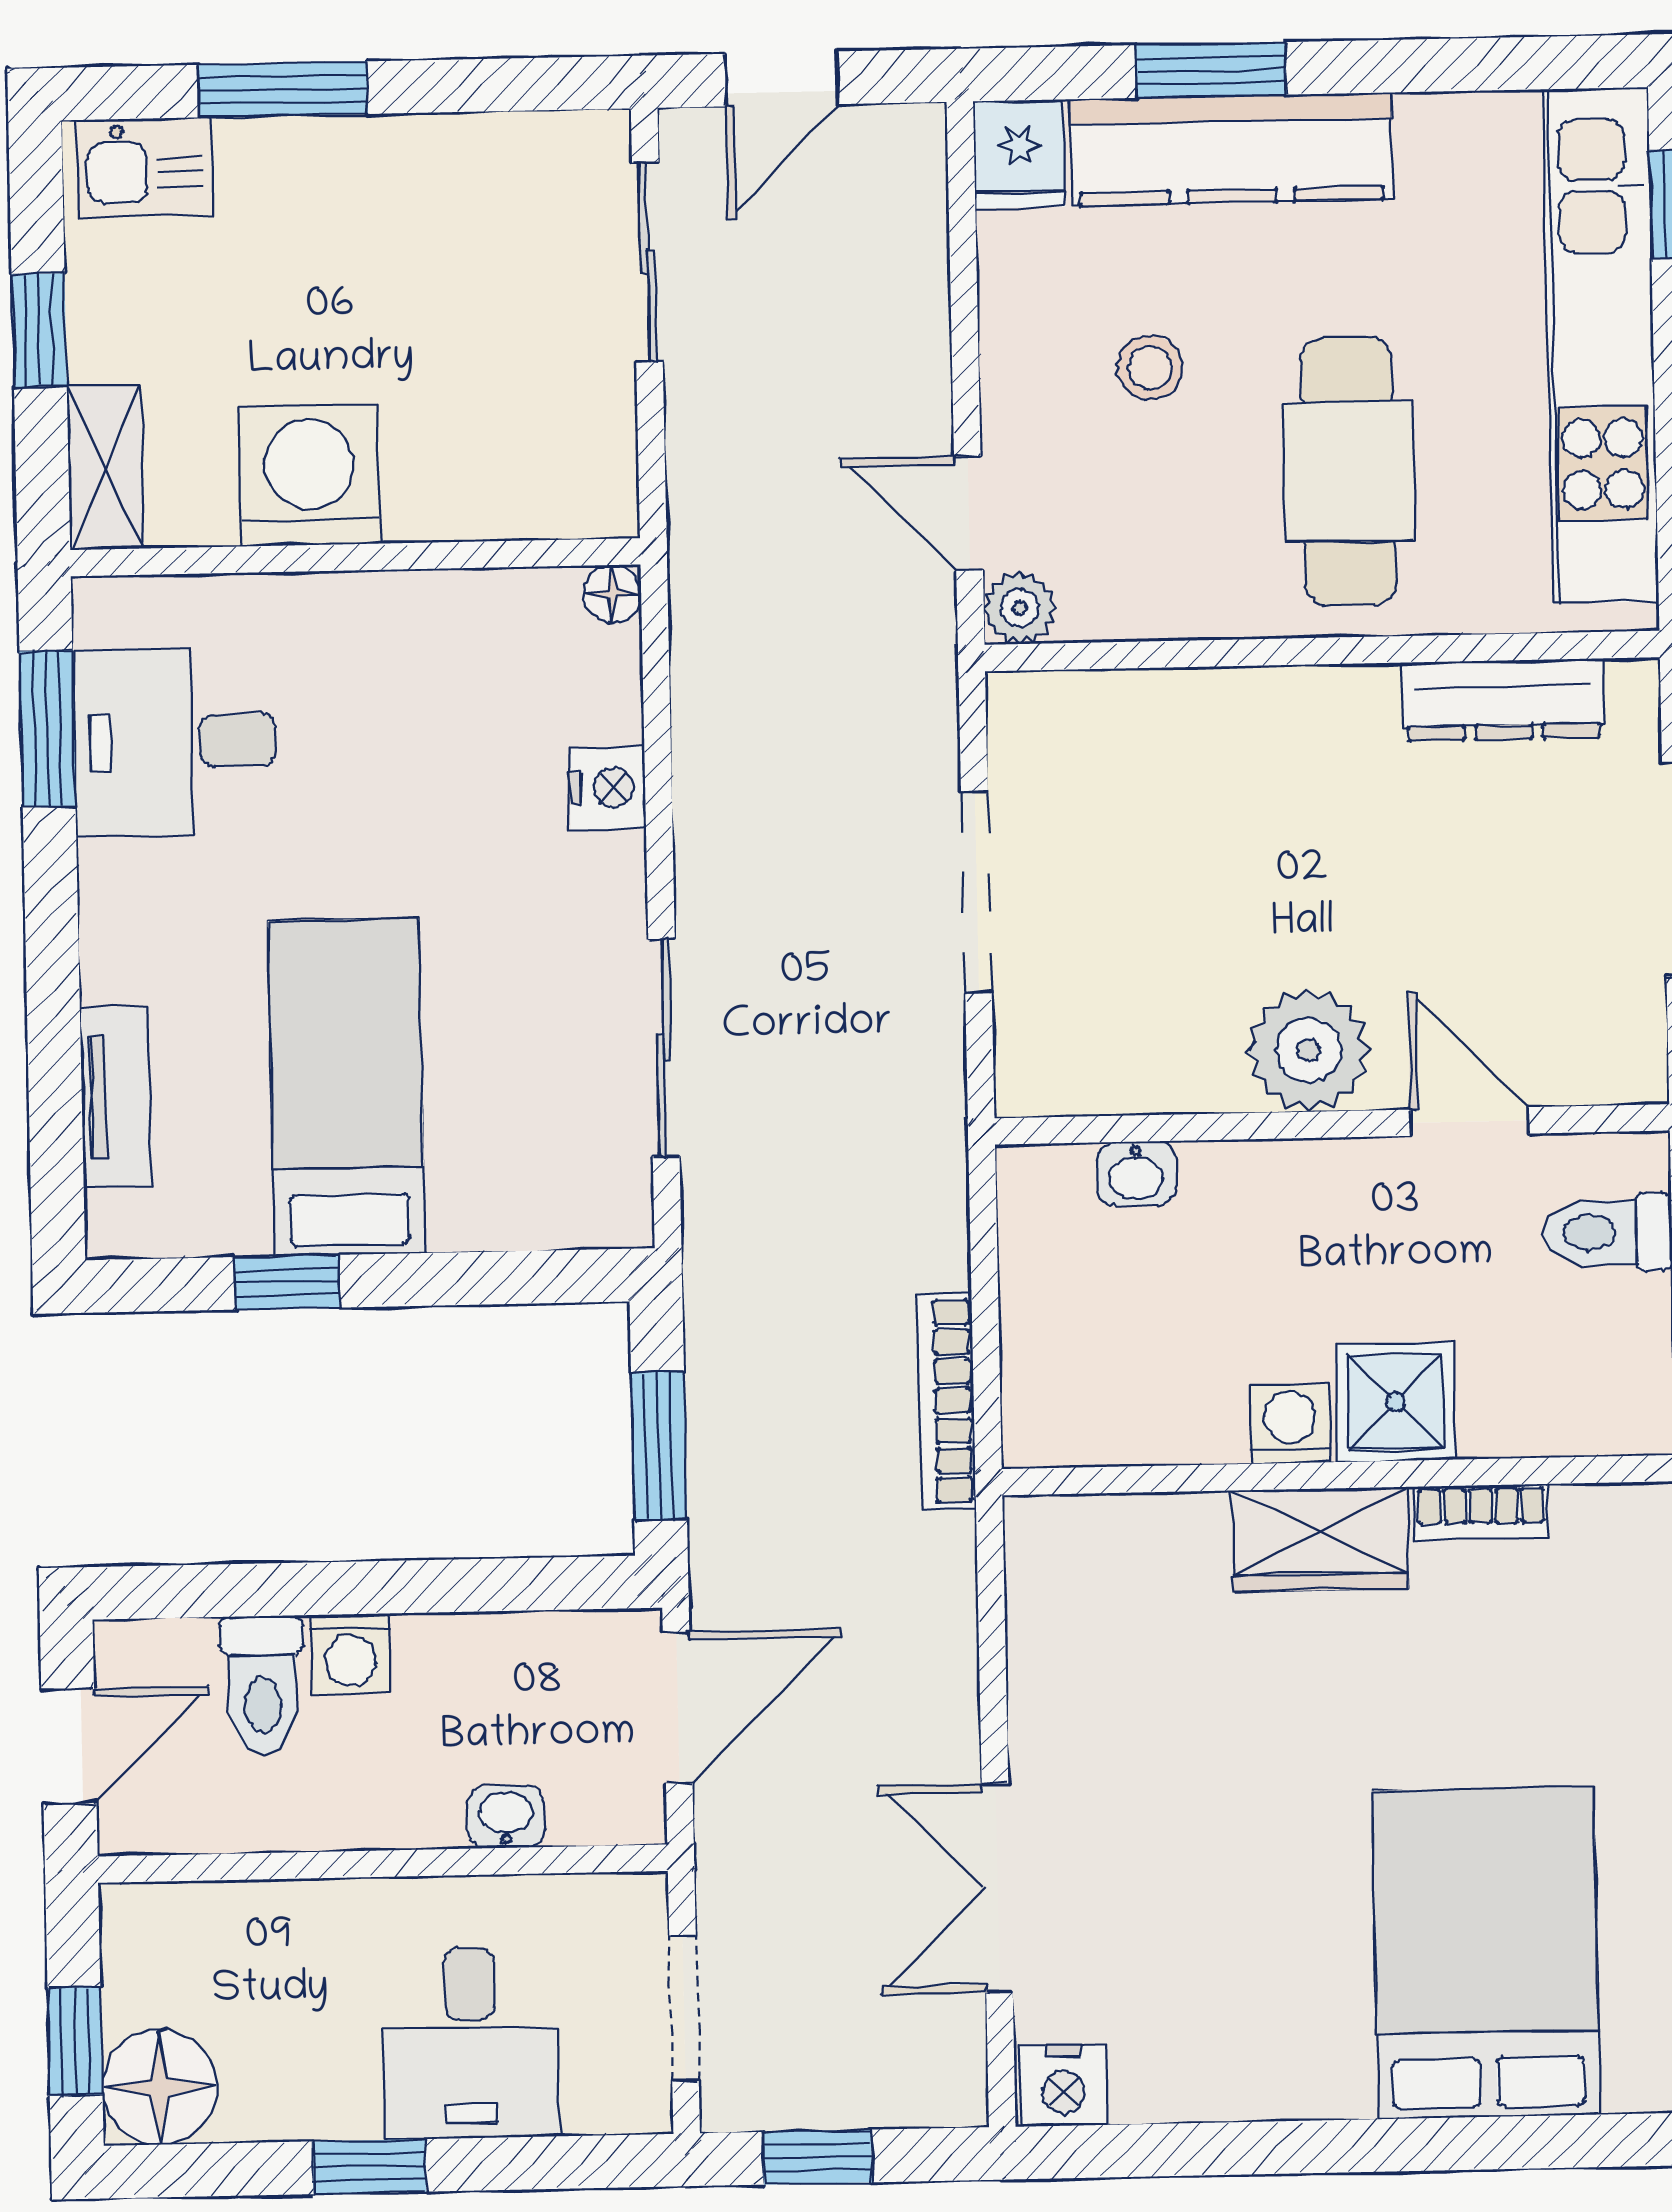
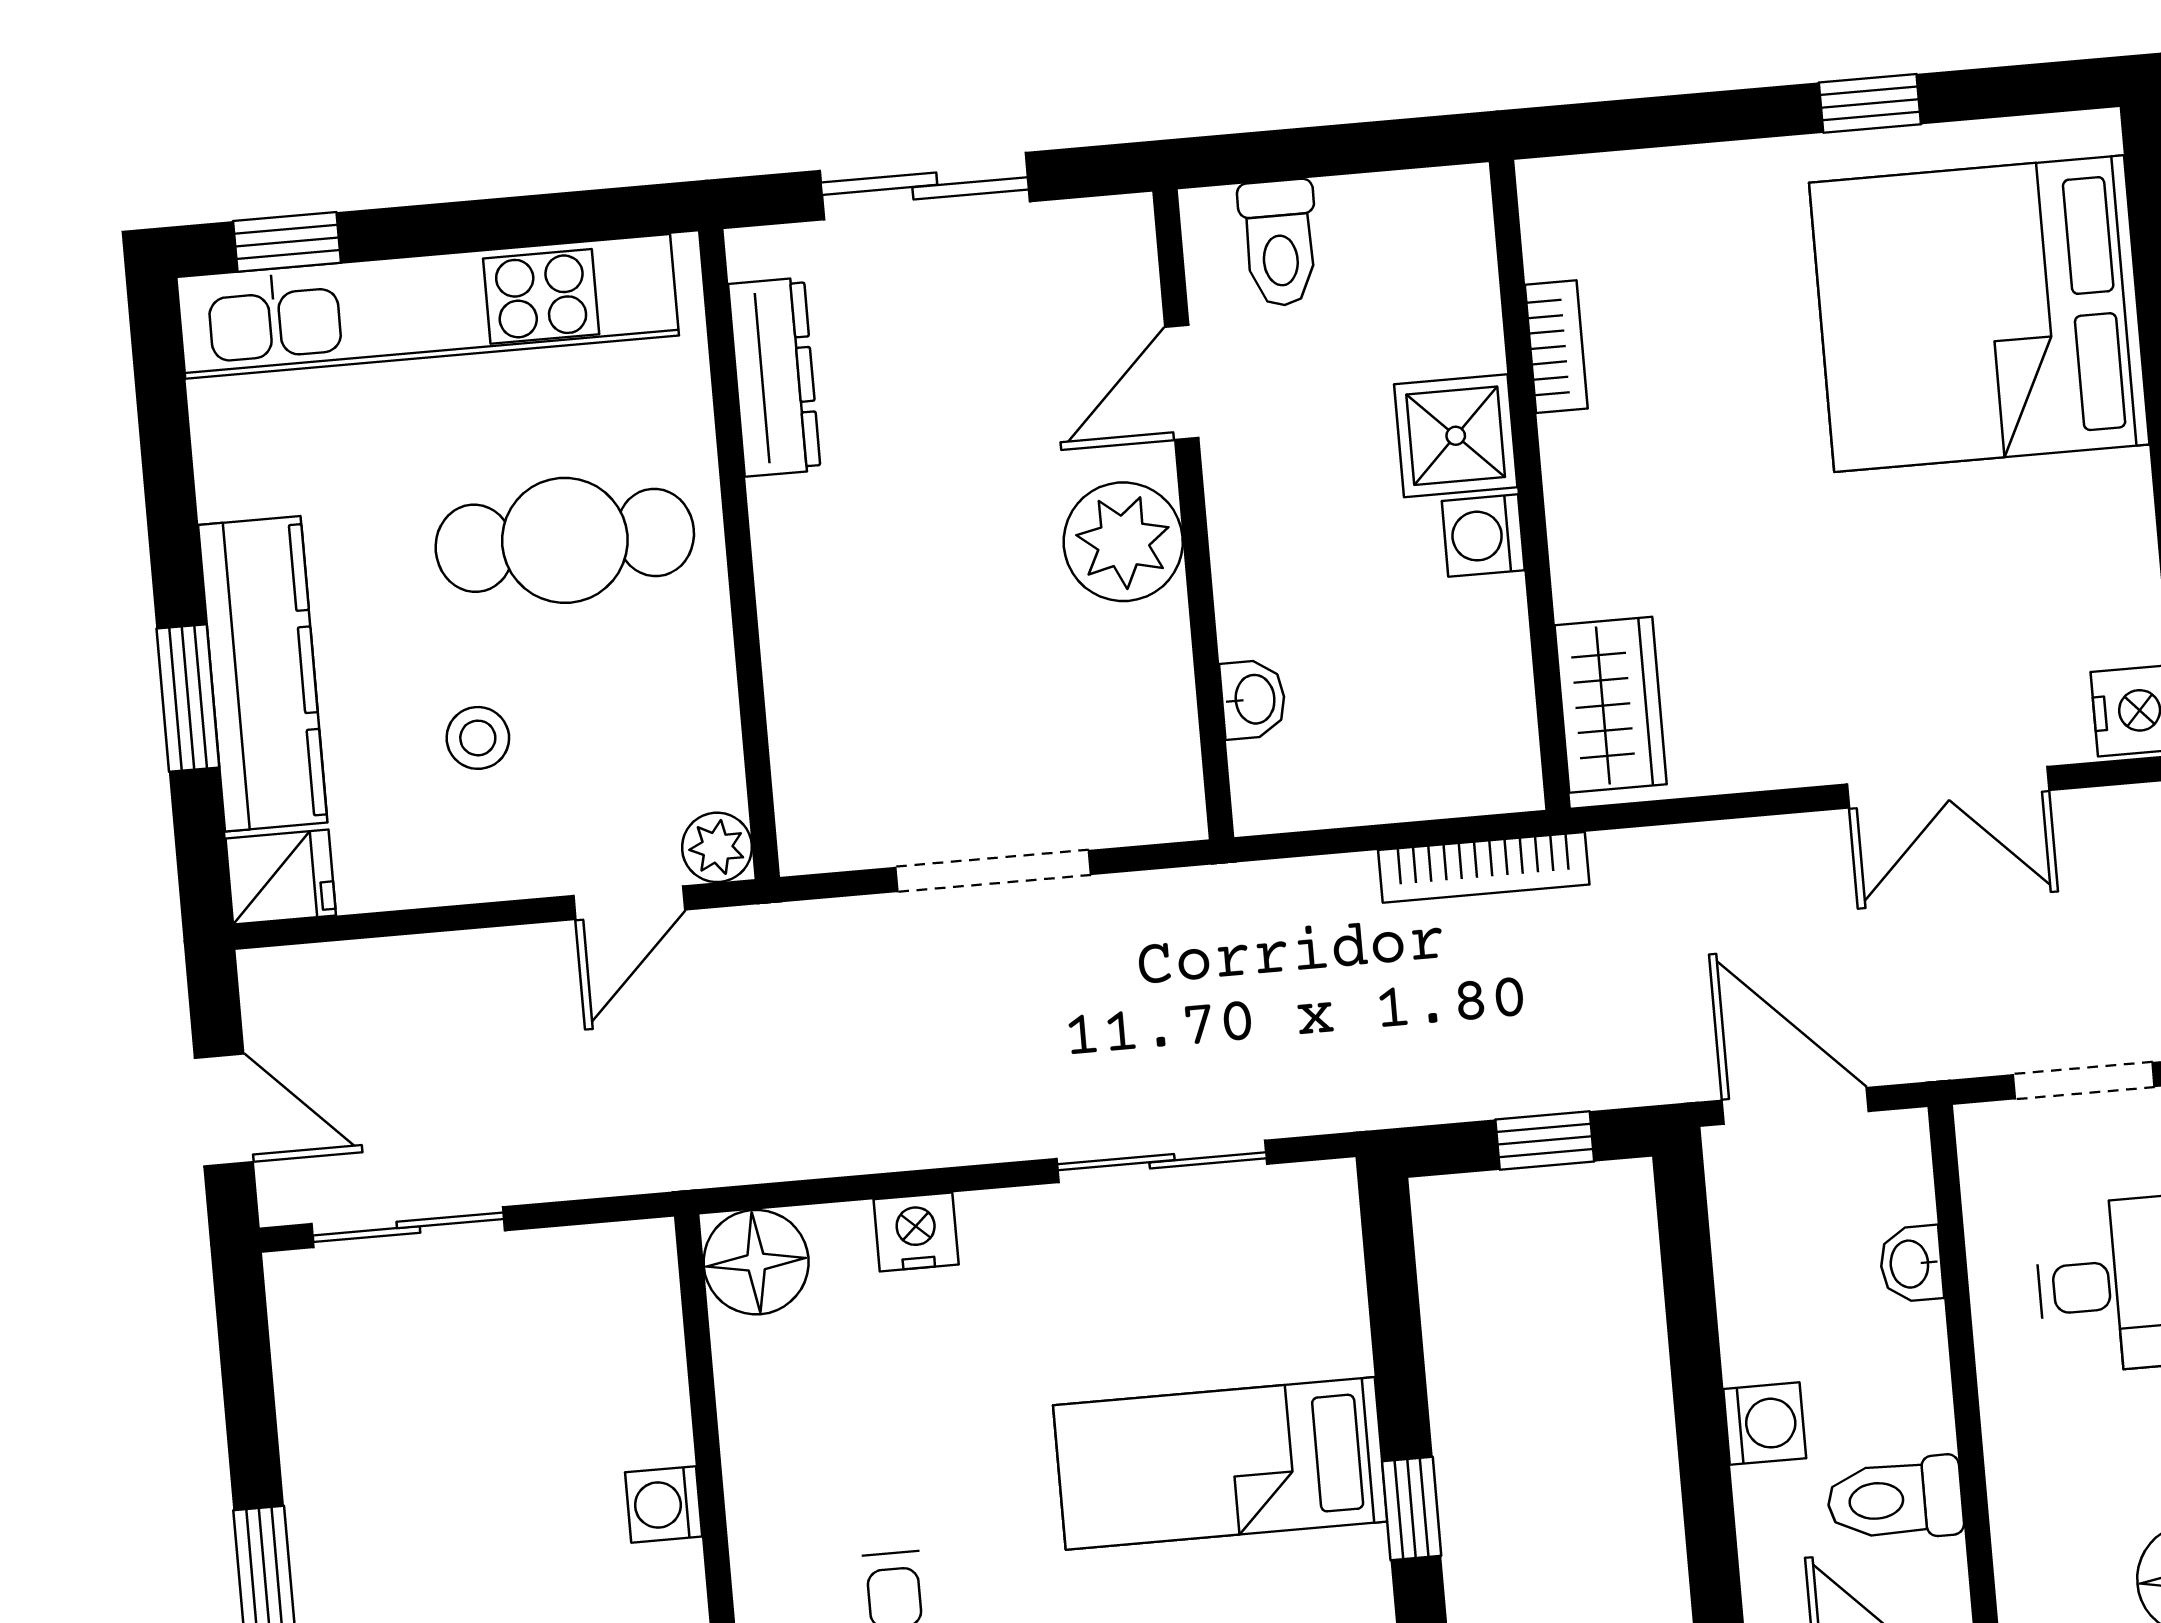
washing machine: (309, 475) -> (664, 1504), width x0.53, depth x0.53
floor lamp: (612, 594) -> (756, 1262), width x1.89, depth x1.89
window: (659, 1446) -> (1545, 1141), width x0.67
wardrobe: (1320, 1539) -> (1611, 705), moved
toilet: (263, 1685) -> (1895, 1499), moved, turned 180
bed: (1486, 1953) -> (1979, 314), width x1.36

